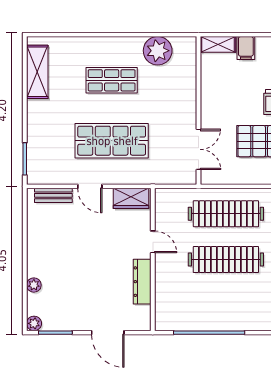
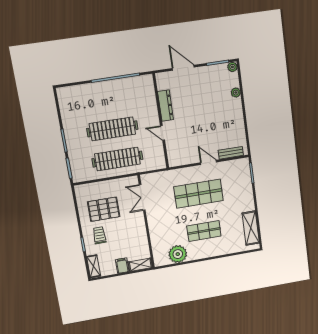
wardrobe: (131, 198) -> (181, 159), removed

